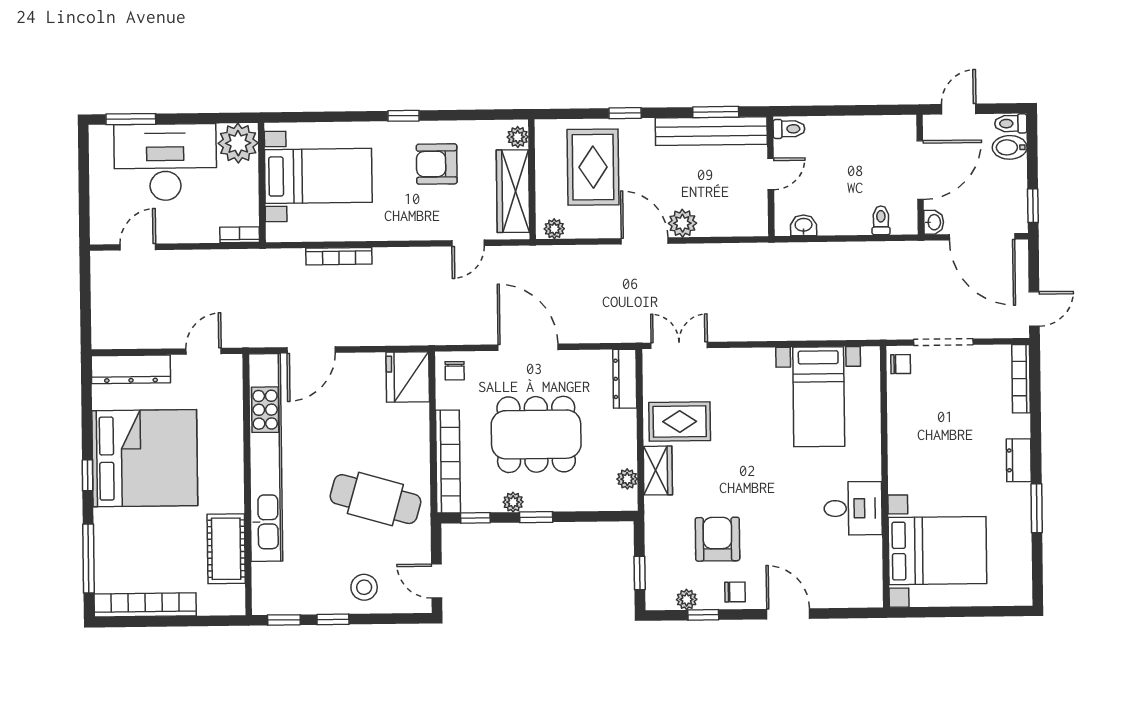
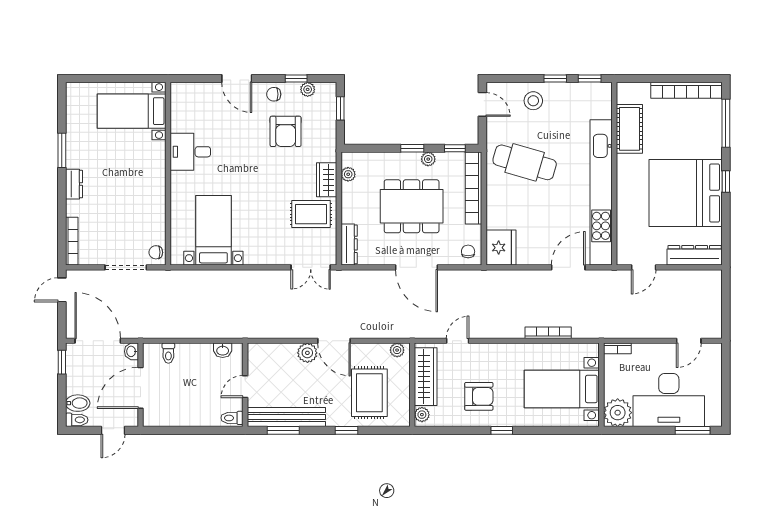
bed with nightstands: (937, 551) -> (132, 111), width x0.73

